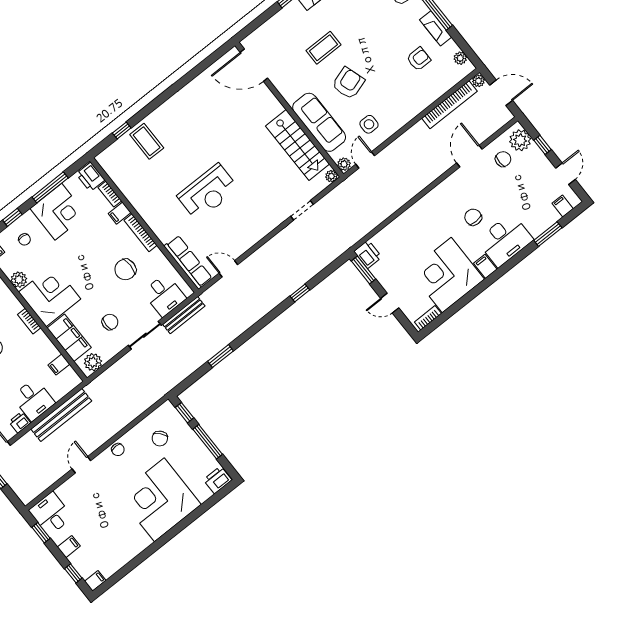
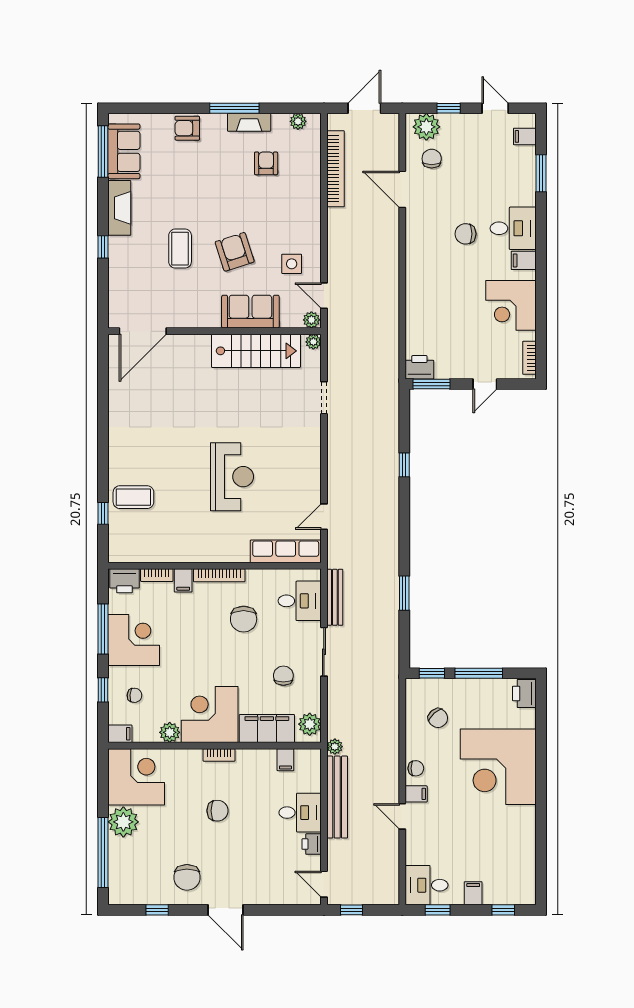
plant: (478, 81) -> (335, 747), moved
sofa: (319, 122) -> (250, 312), width x0.73
desk: (505, 240) -> (513, 228), width x0.73
corner desk: (447, 275) -> (511, 305), width x0.74, depth x0.74
filing cabinet: (95, 581) -> (416, 794), moved, turned 90

